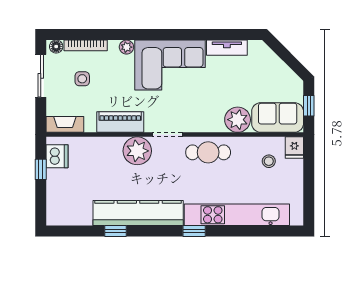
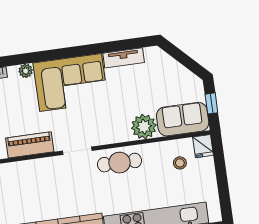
plant: (137, 151) -> (50, 171), removed

